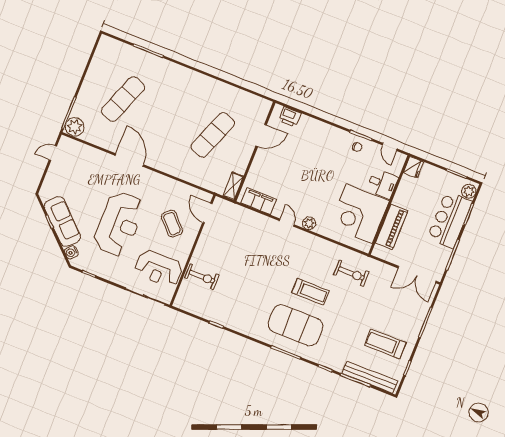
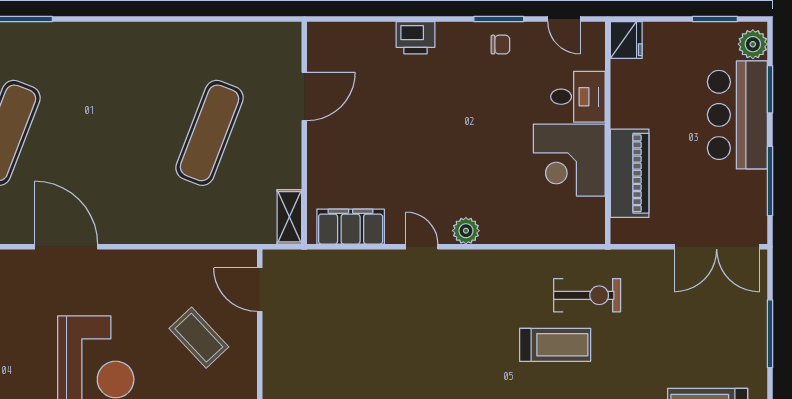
printer: (290, 117) -> (416, 38), moved
corner desk: (359, 214) -> (569, 160), width x0.74, depth x0.74
treadmill: (310, 292) -> (555, 345), moved

